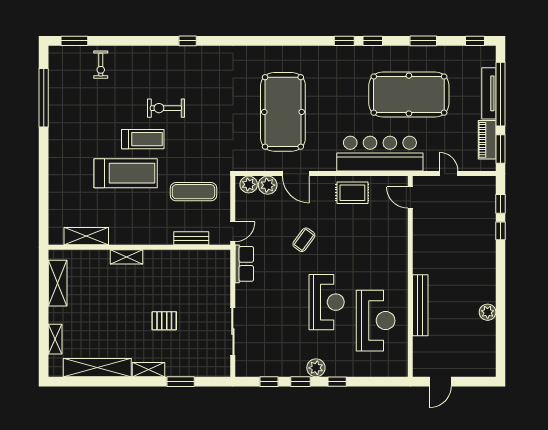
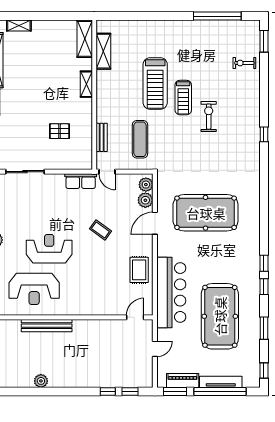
shelving: (58, 283) -> (85, 39), moved, turned 90
reception desk: (327, 302) -> (49, 249), turned 180
pallet: (164, 321) -> (60, 131), moved, turned 90

